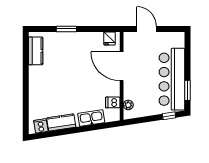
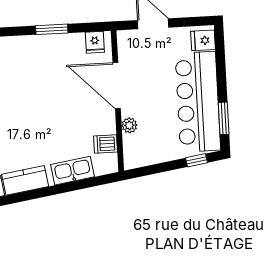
window: (66, 29) -> (52, 29), moved
fridge: (177, 41) -> (203, 40), added
plant: (128, 105) -> (129, 125), moved

